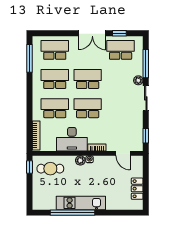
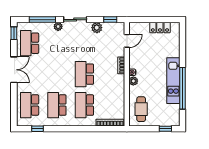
window: (119, 33) -> (14, 33), moved
window: (30, 58) -> (38, 129), width x0.46
school desk: (88, 79) -> (57, 74), removed
plant: (137, 121) -> (97, 28), added
desk: (72, 139) -> (113, 89), removed
window: (30, 167) -> (165, 129), moved

